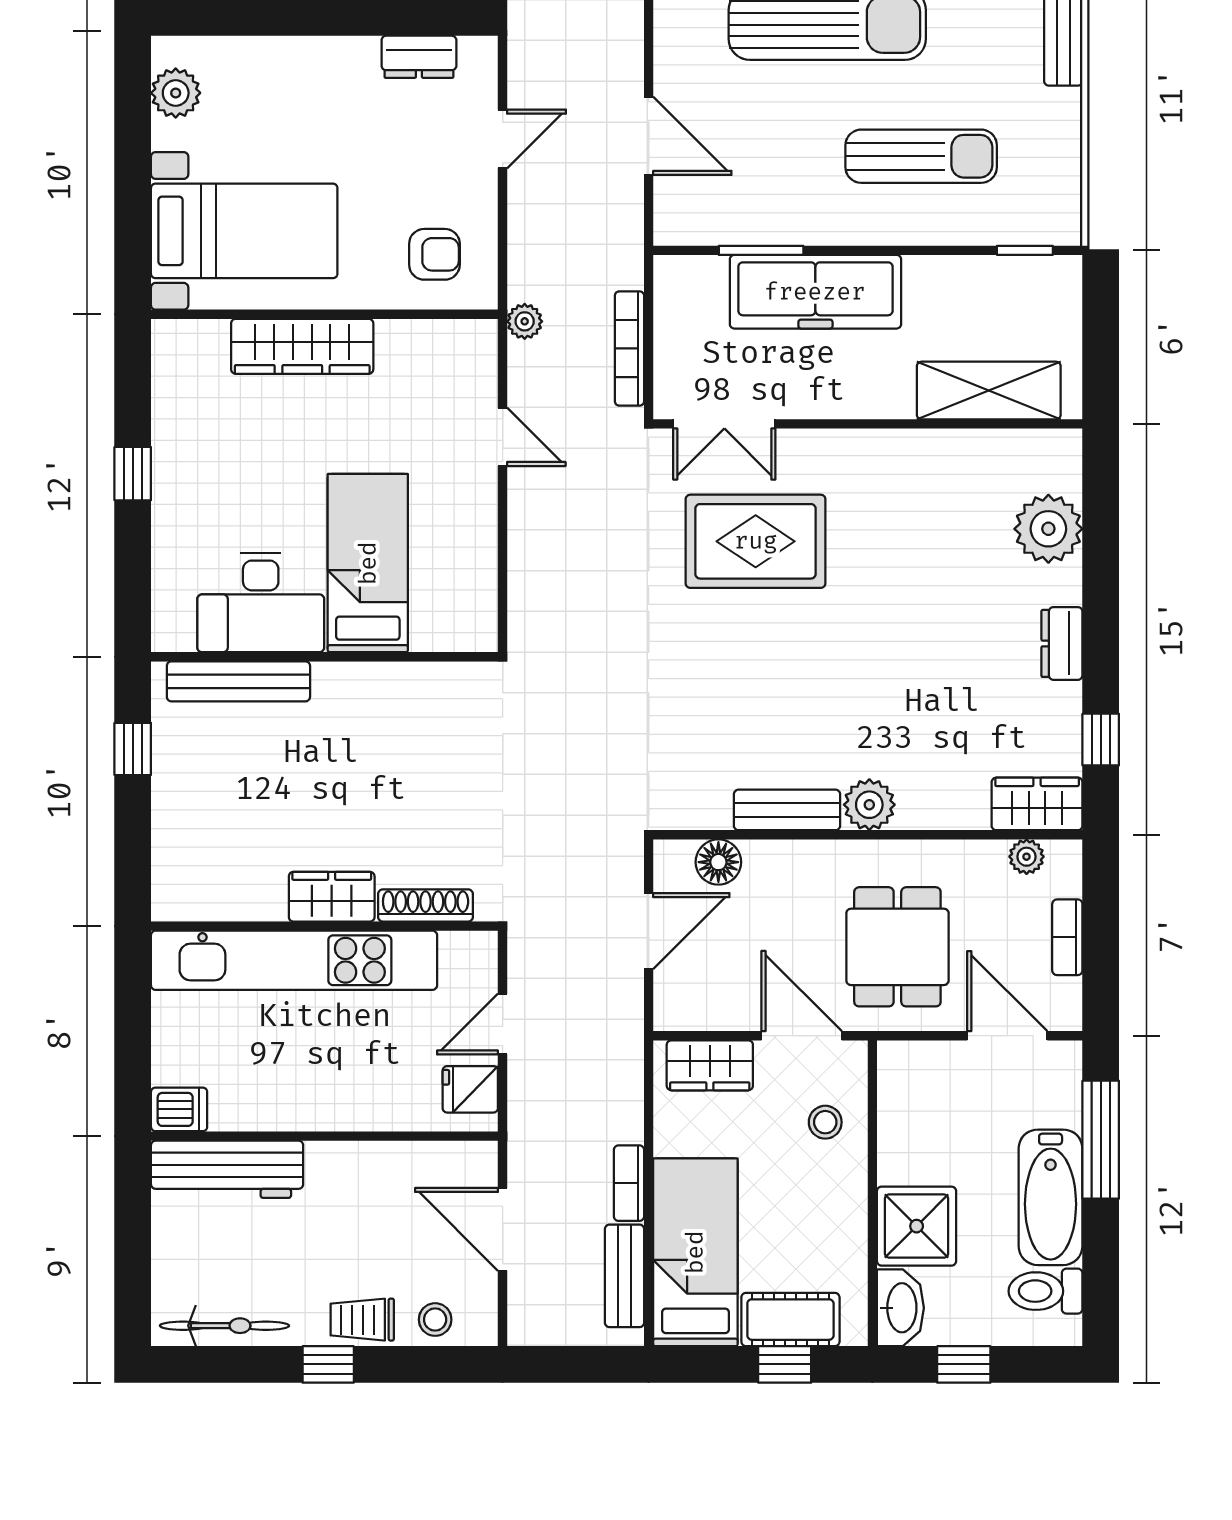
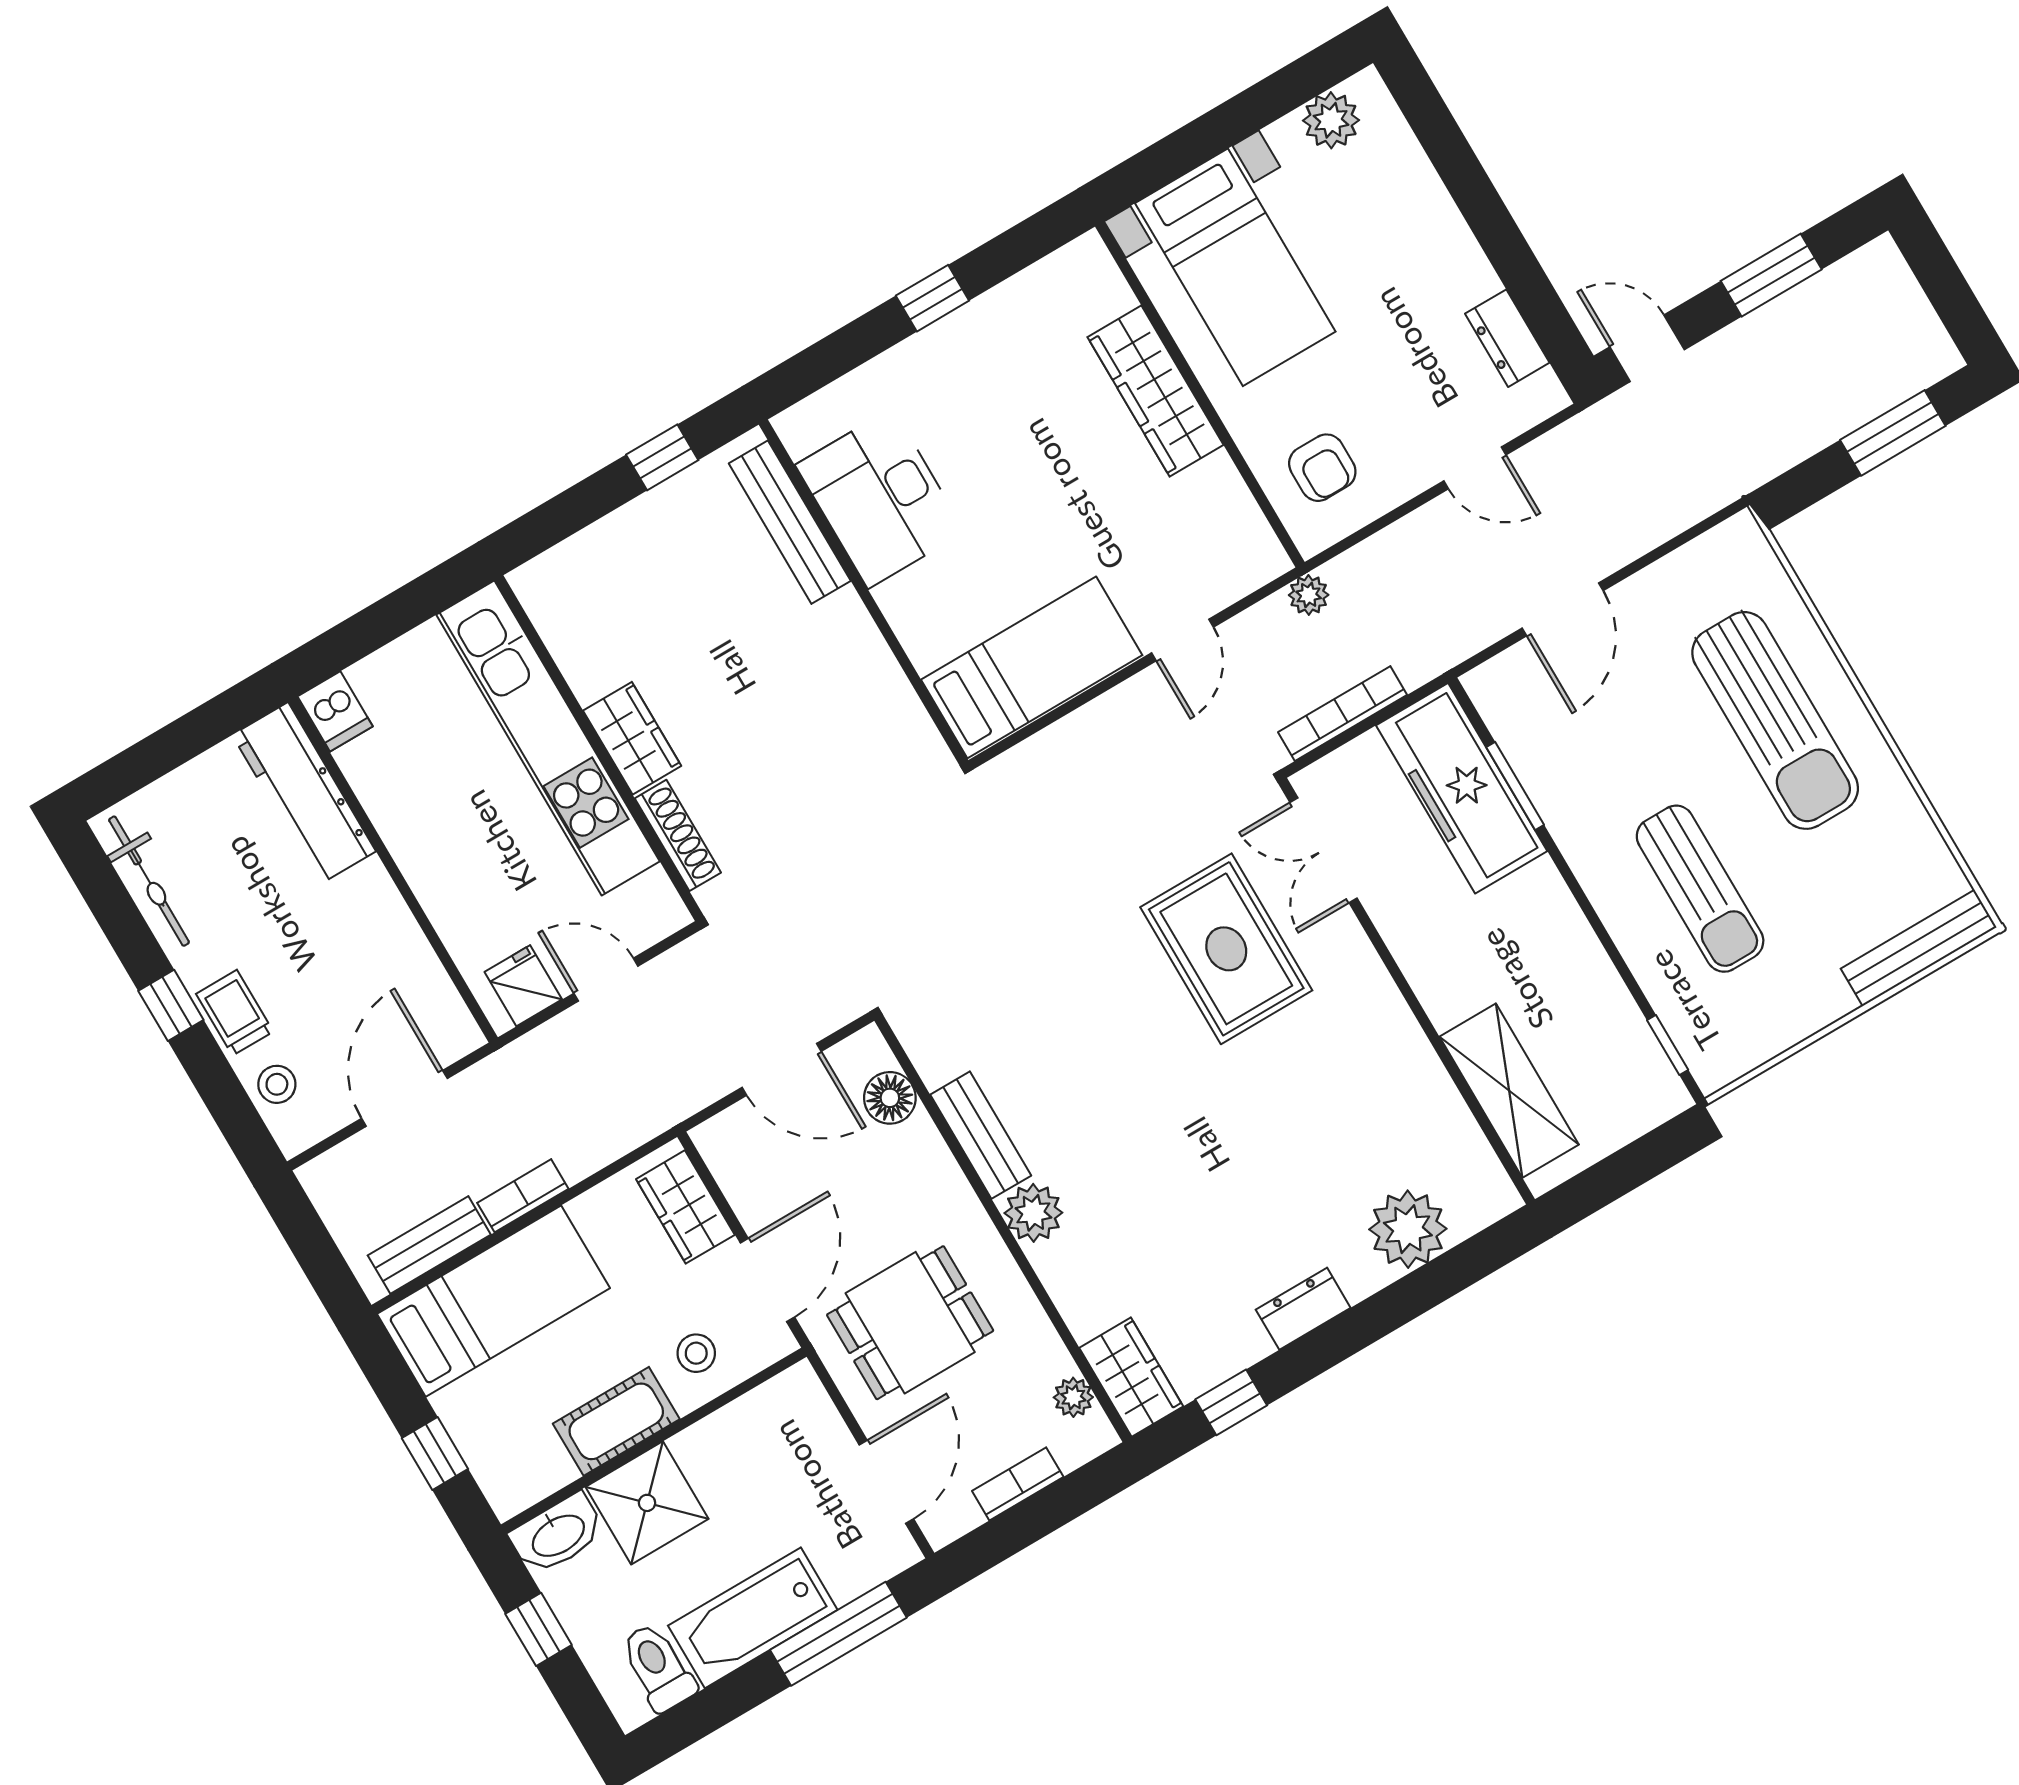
freezer: (815, 292) -> (1462, 788), moved
bed: (368, 563) -> (1032, 667), moved
cot: (790, 1320) -> (616, 1421), moved, turned 90

